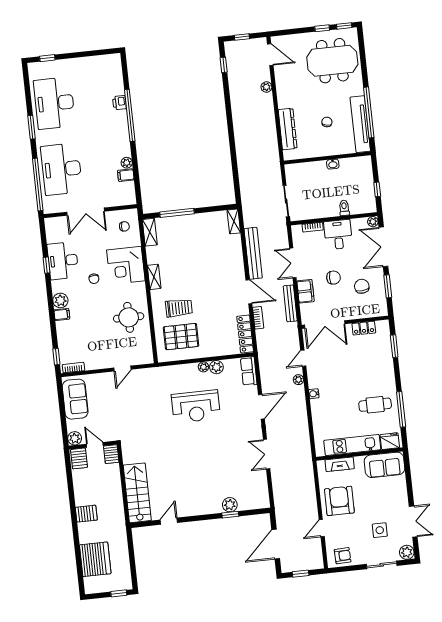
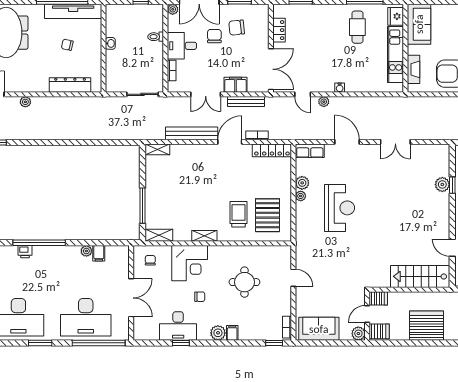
chair: (334, 278) -> (214, 36), moved
round table: (129, 317) -> (244, 282), moved
server rack: (86, 514) -> (426, 326), width x2.18, depth x1.44

